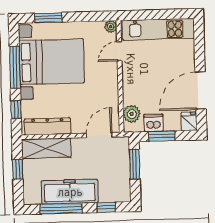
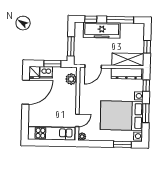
window: (15, 67) -> (146, 113), width x0.69
dishwasher: (154, 123) -> (46, 72), moved
freezer: (70, 192) -> (102, 30), moved

